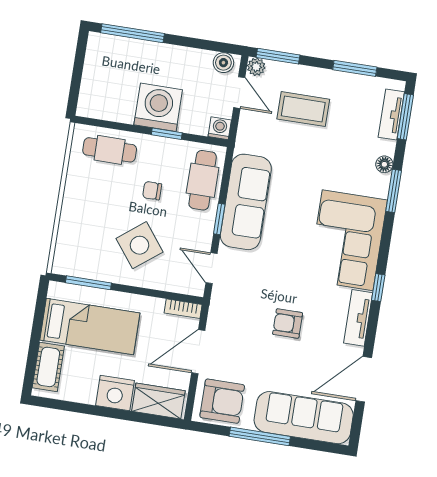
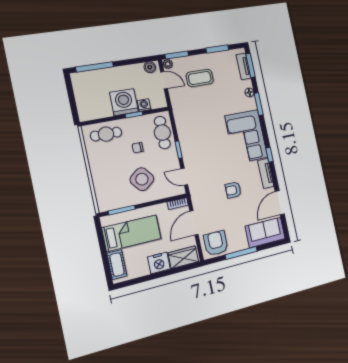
washing machine: (220, 128) -> (144, 105), moved
sofa: (246, 202) -> (189, 136), removed
armchair: (222, 401) -> (216, 243), turned -90
sofa: (304, 418) -> (265, 233), width x0.73

